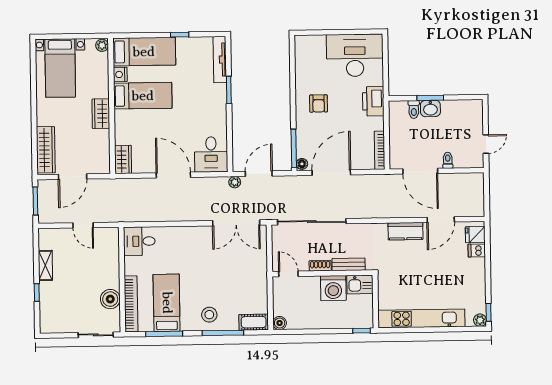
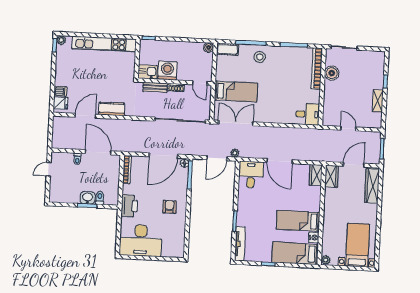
wardrobe: (101, 114) -> (331, 176), moved
bed: (167, 303) -> (236, 91), moved, turned -90

